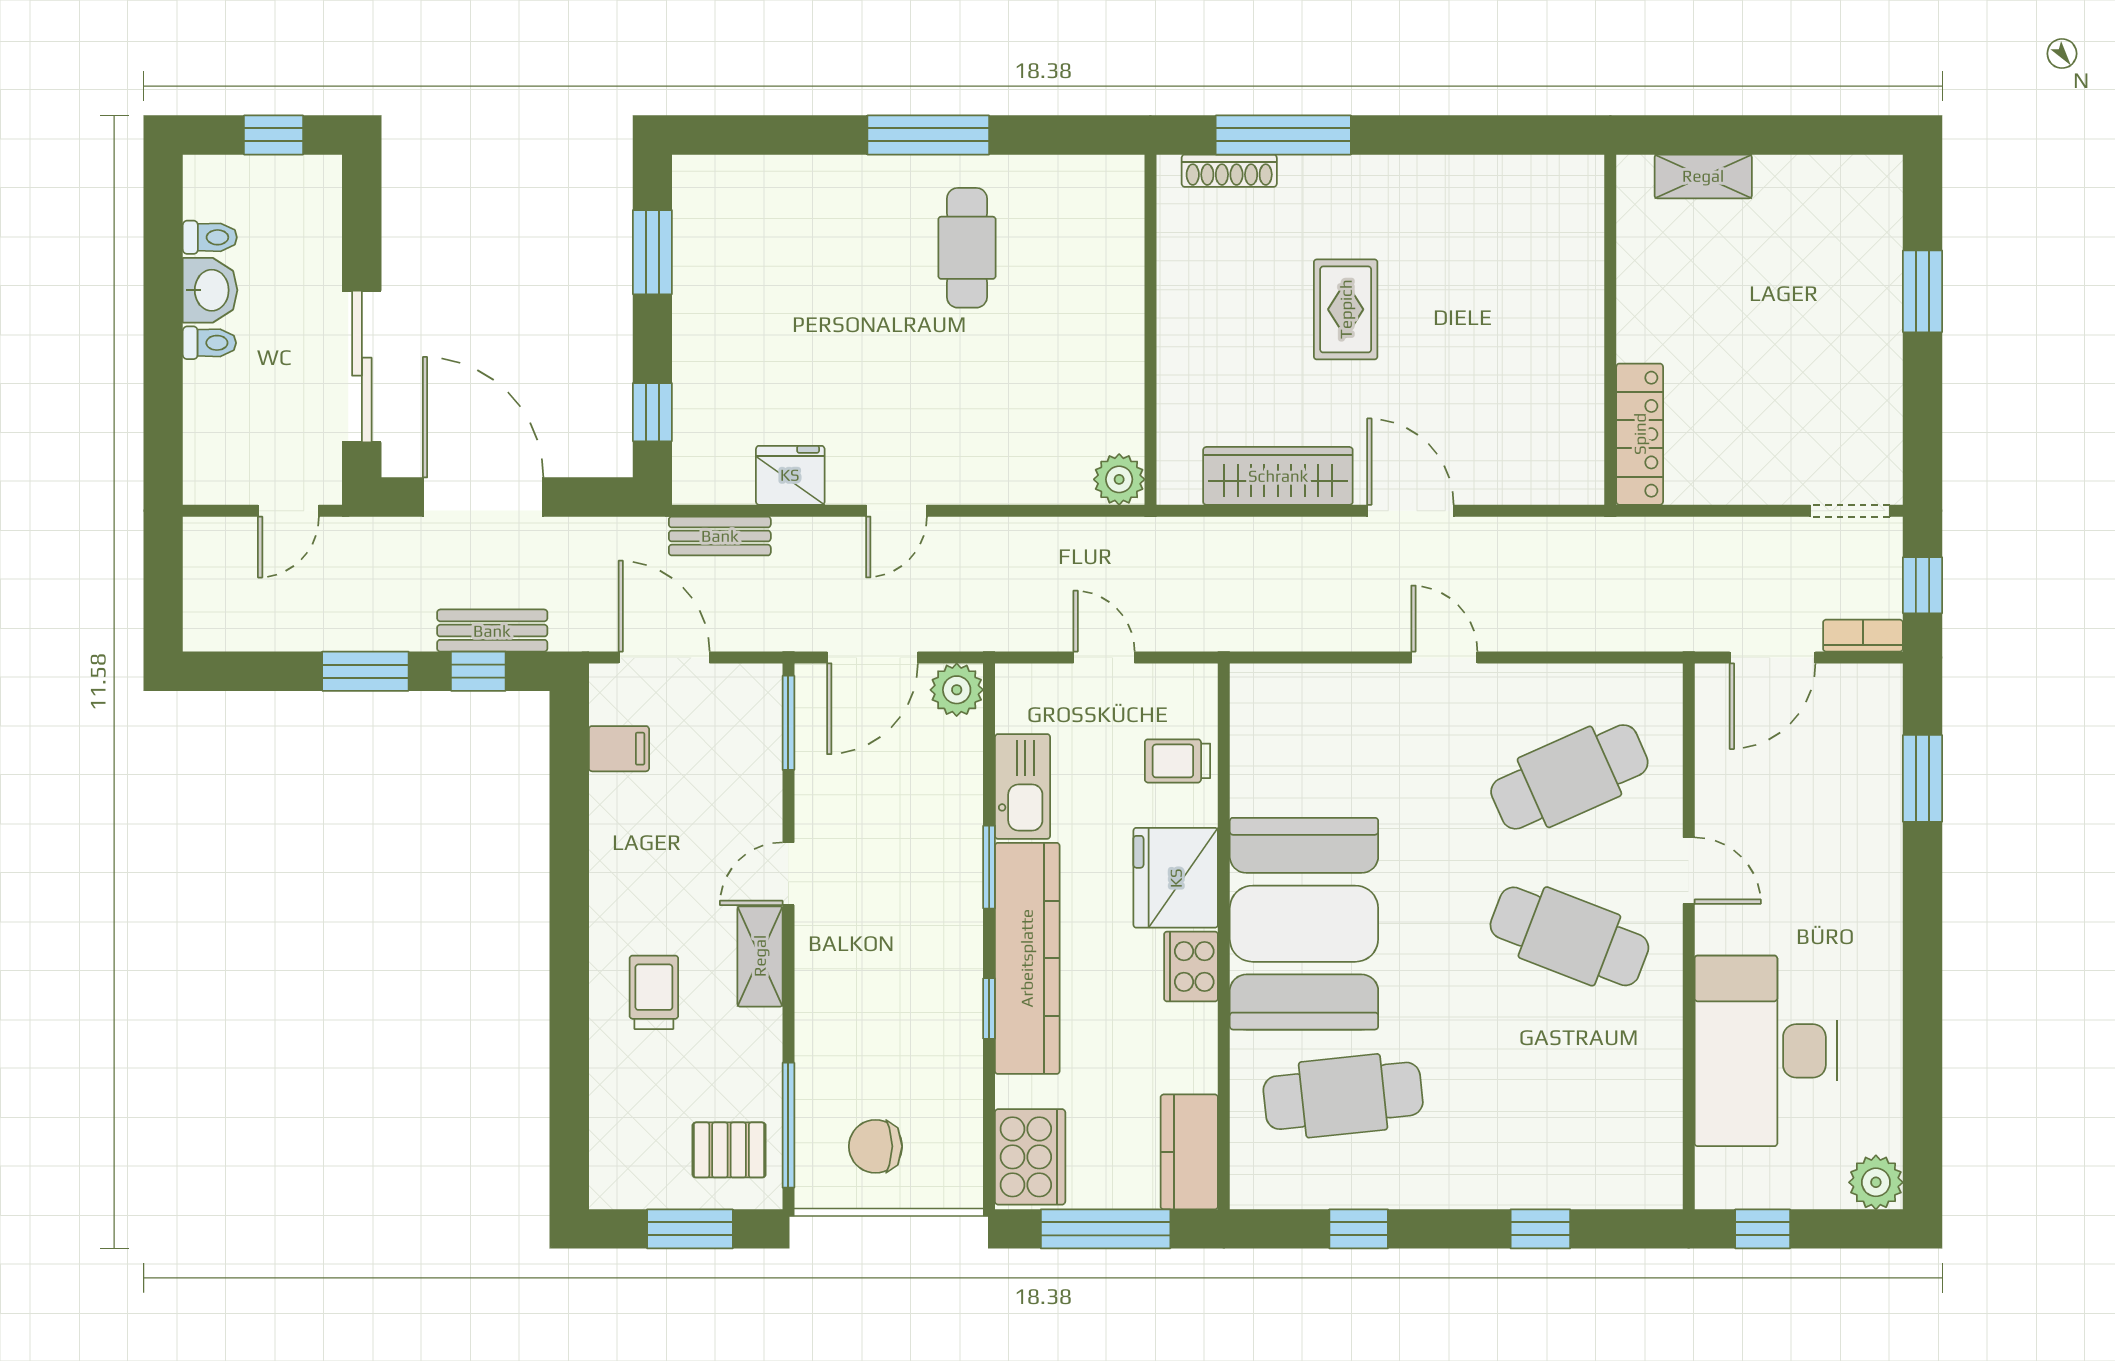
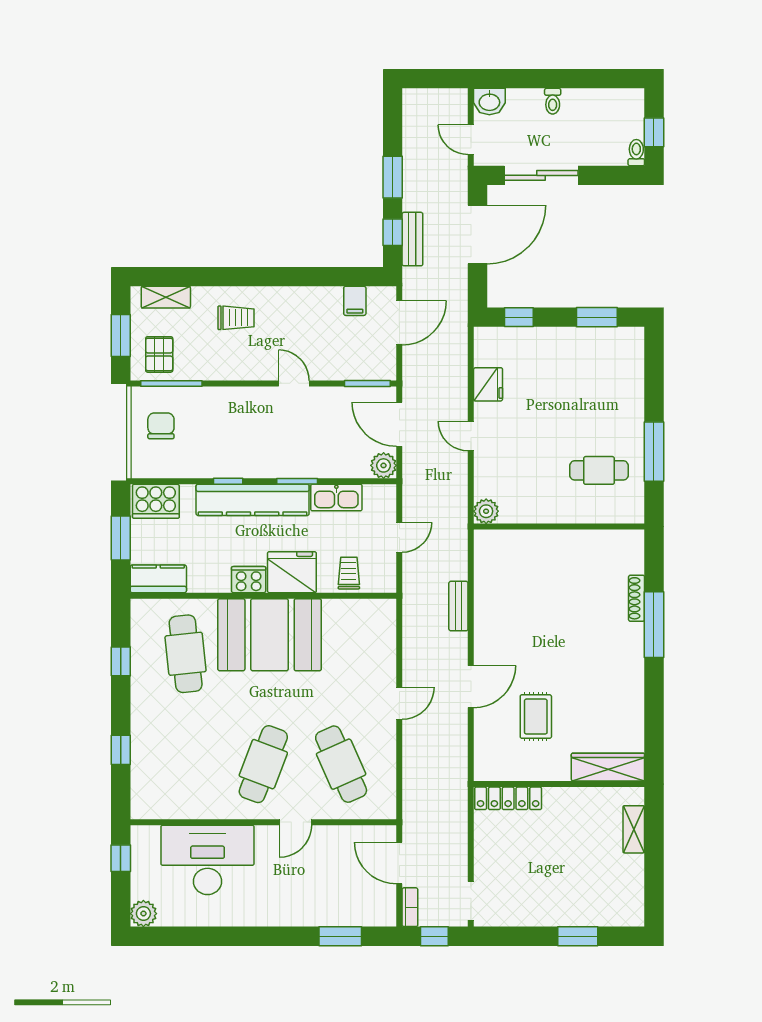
toilet: (210, 237) -> (636, 153), moved, turned 180
washbasin: (210, 290) -> (489, 102), moved
rug: (1346, 309) -> (536, 717), moved, turned 90
wall: (1150, 330) -> (559, 527), moved
wardrobe: (1278, 476) -> (608, 767), moved, turned -90
plant: (1119, 479) -> (486, 511), moved
bench: (720, 536) -> (458, 606), moved
shelving: (760, 956) -> (166, 297), moved
window: (1106, 1229) -> (121, 538), width x0.69

